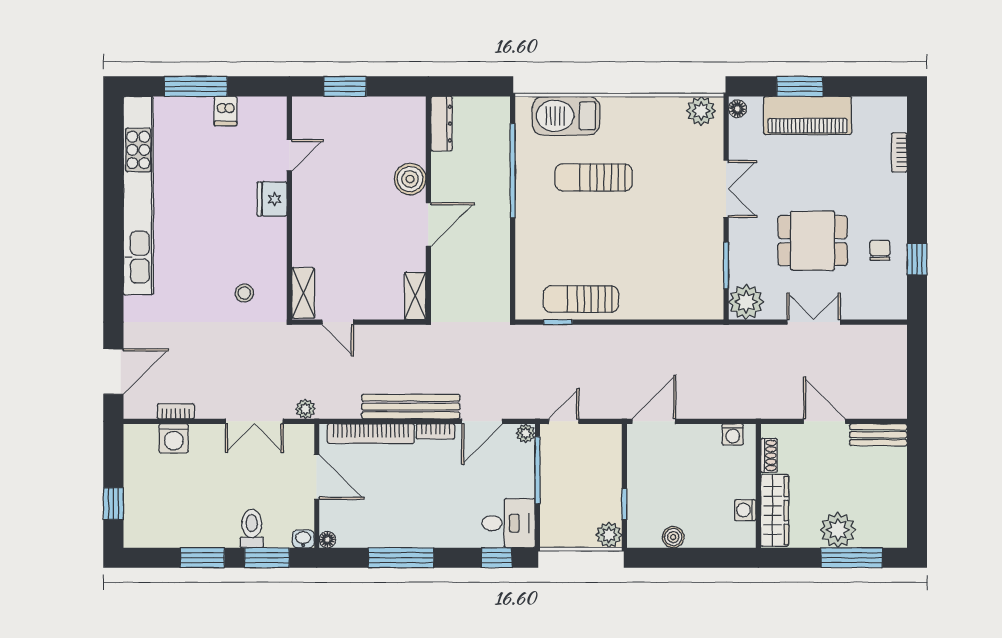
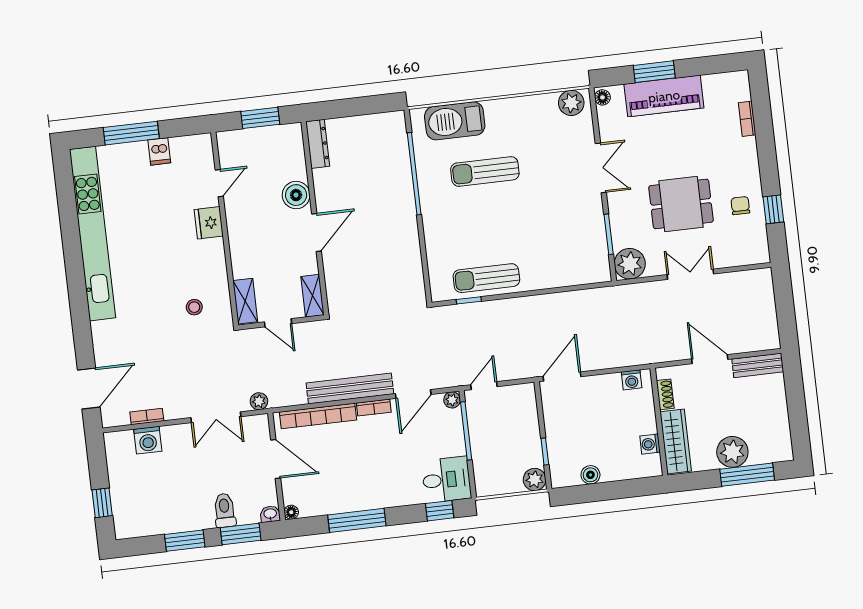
dresser: (442, 124) -> (318, 144), moved
boiler: (410, 179) -> (296, 195), moved
wall: (428, 208) -> (315, 218), moved
door: (428, 224) -> (317, 232), moved
shelving: (415, 296) -> (312, 296), moved

